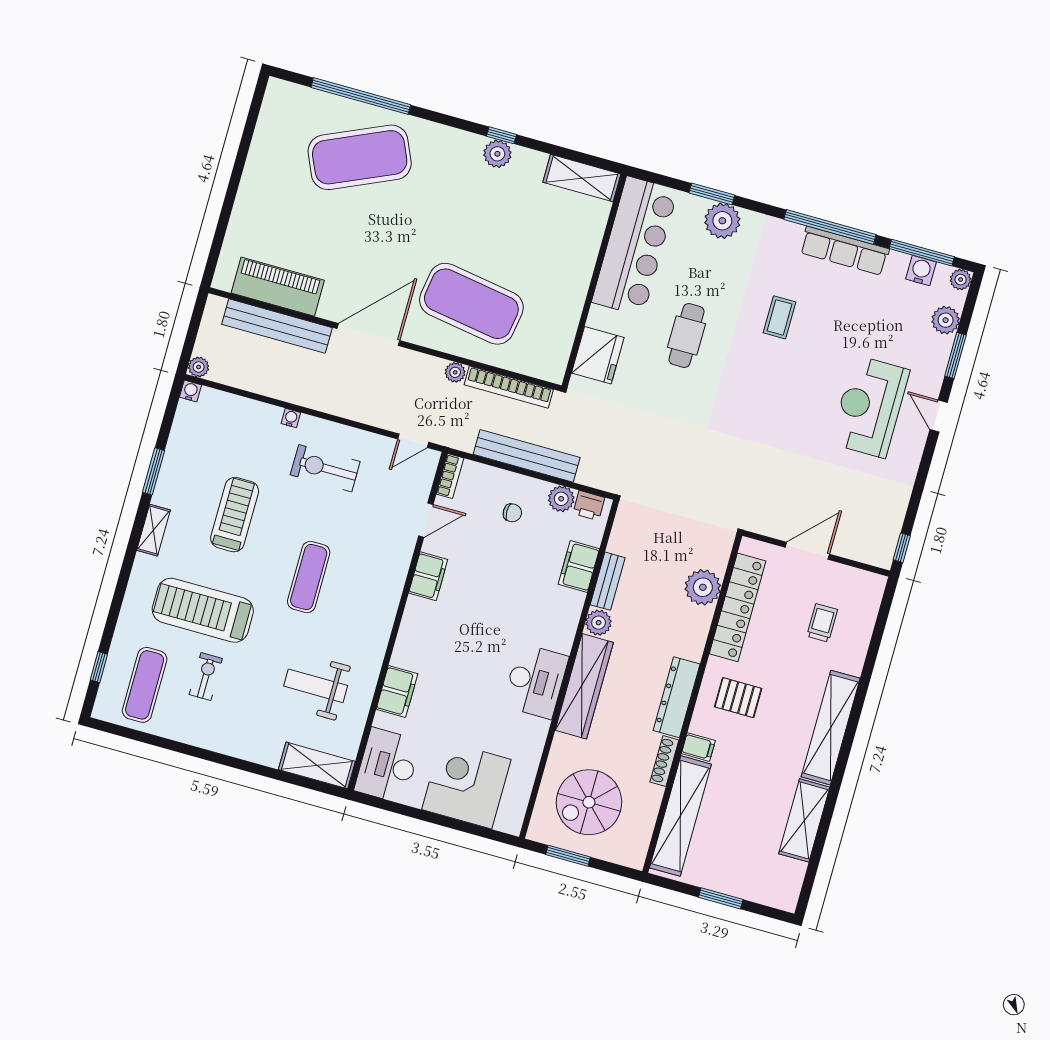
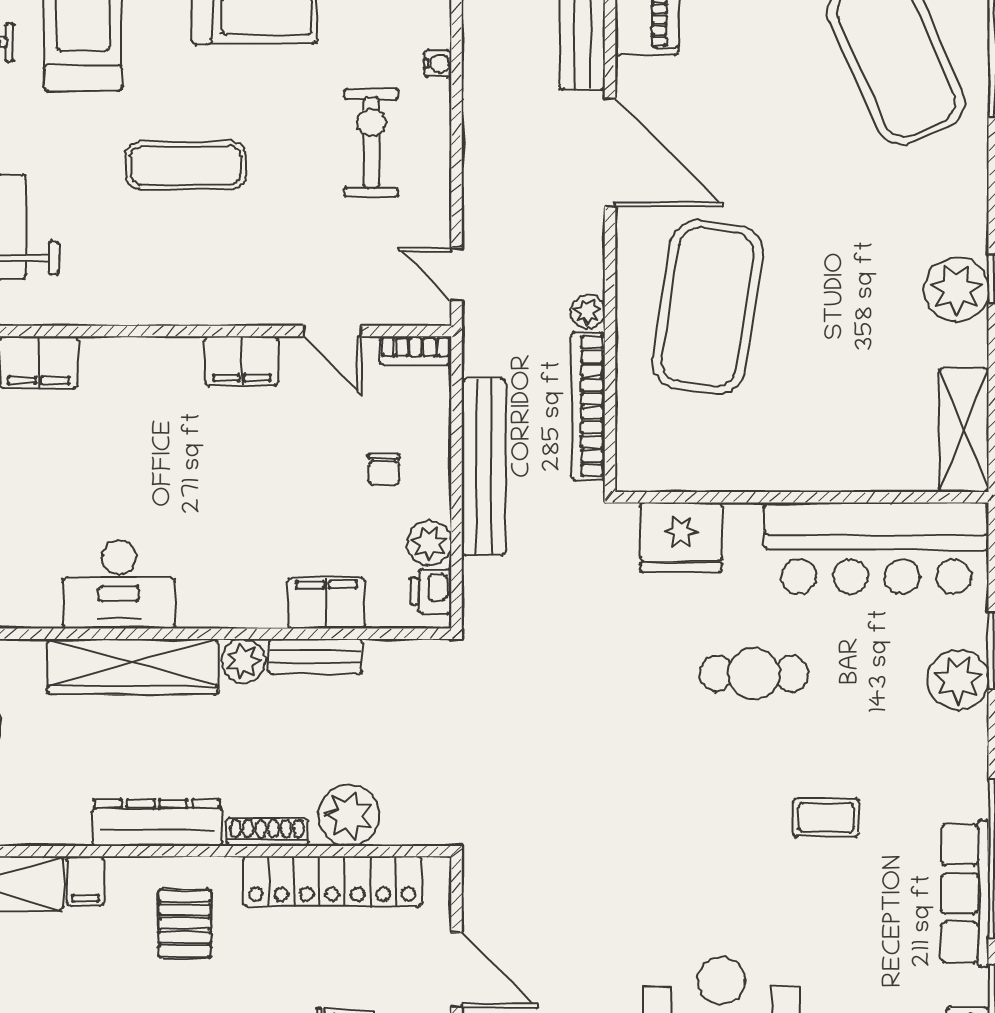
plant: (497, 154) -> (956, 290), width x1.36, depth x1.36
shoe rack: (664, 761) -> (267, 832), moved

